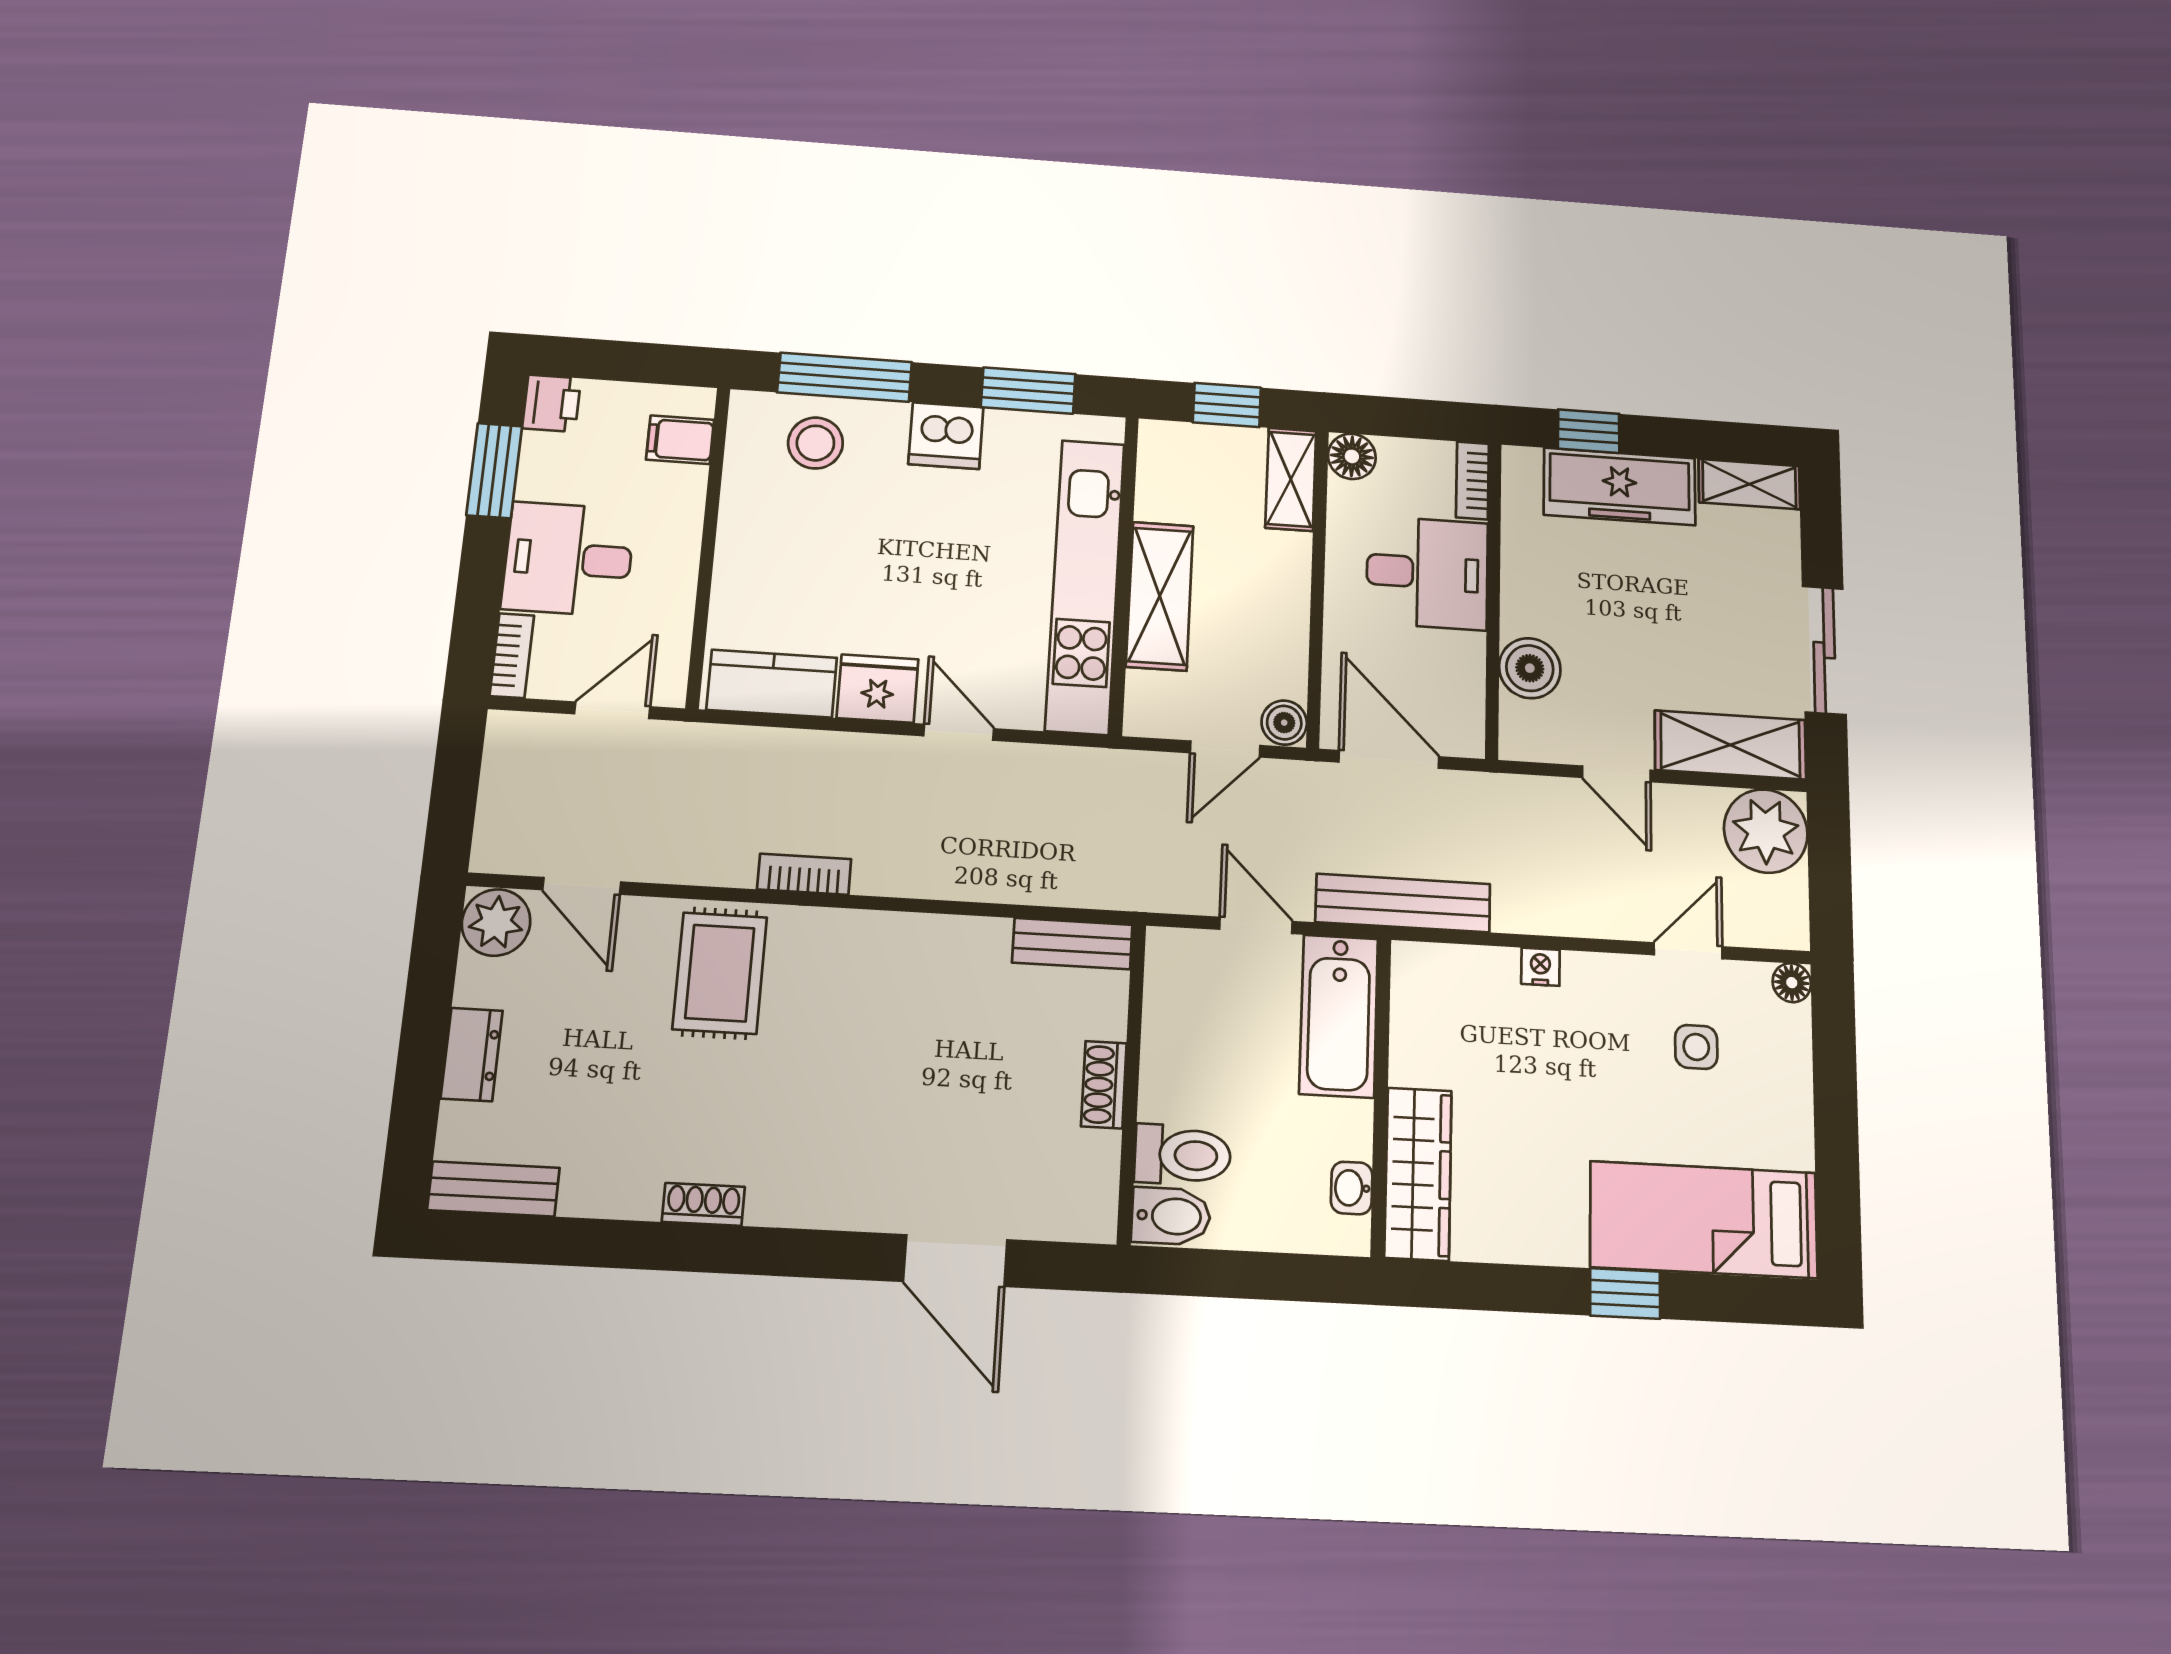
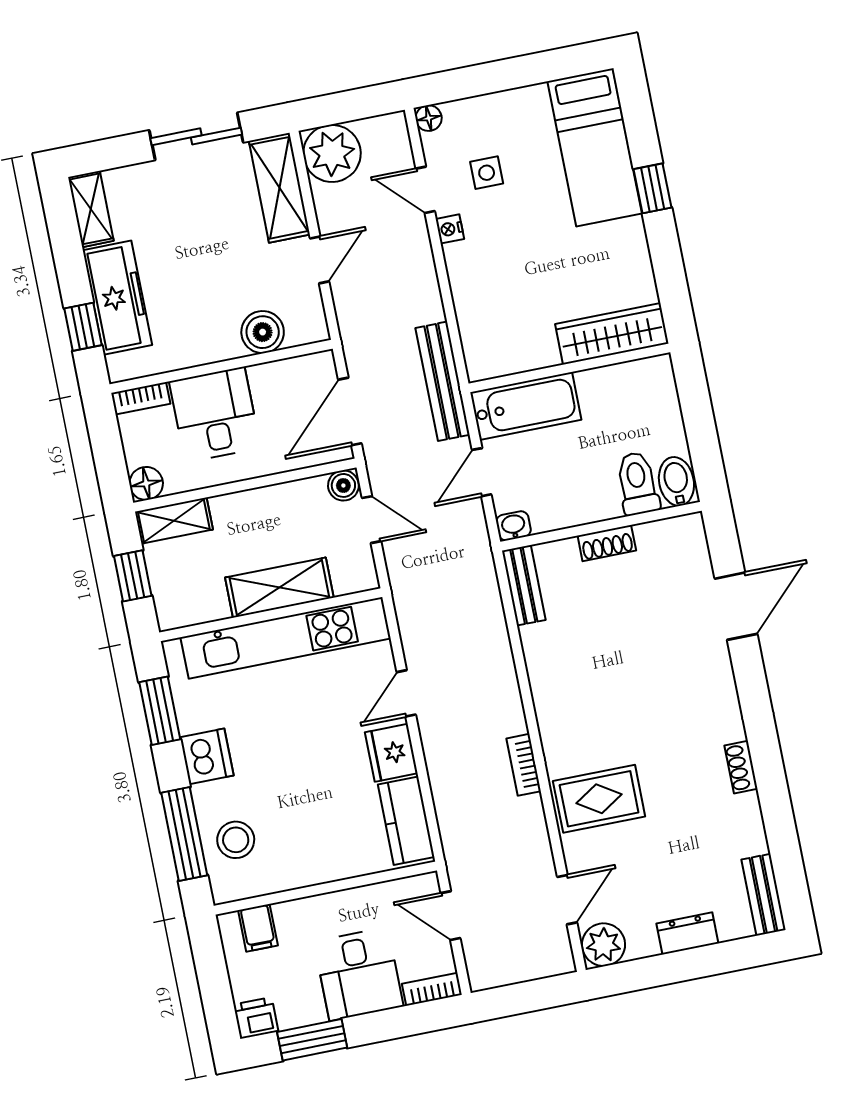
nightstand: (1540, 967) -> (450, 229), moved
washbasin: (1352, 1188) -> (513, 526), moved, turned 180

